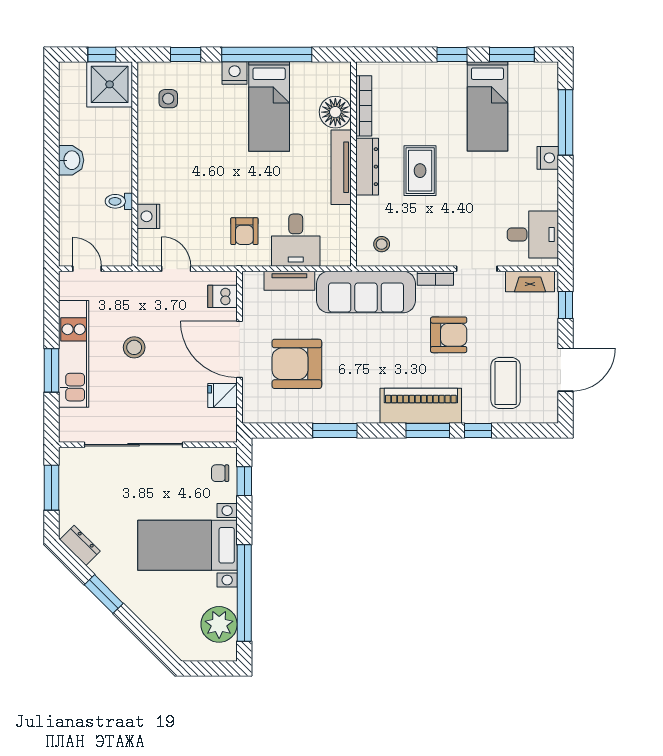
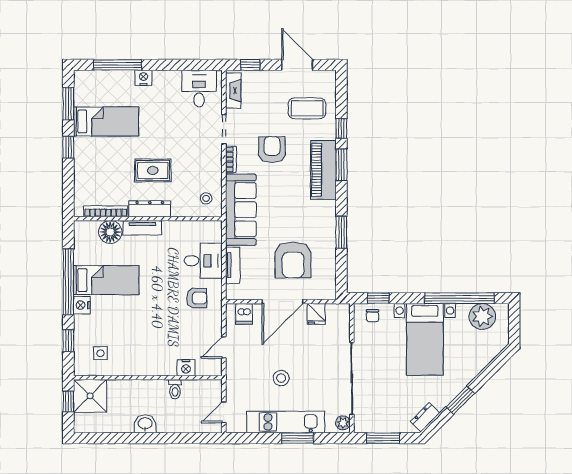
tv unit: (341, 167) -> (142, 228), width x0.71
plant: (73, 432) -> (343, 423), added

